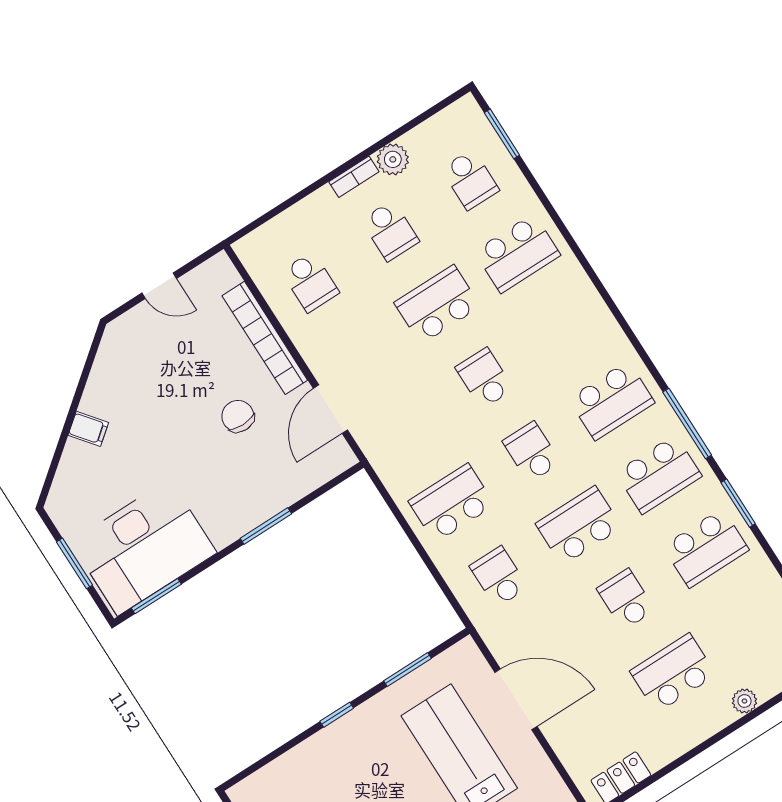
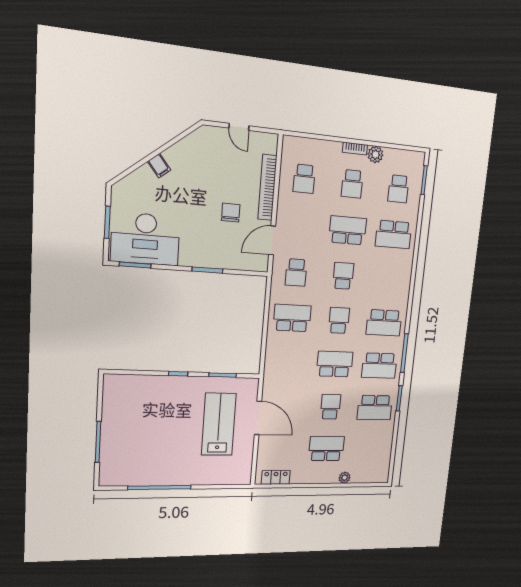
school desk: (499, 577) -> (296, 273), moved, turned 180

